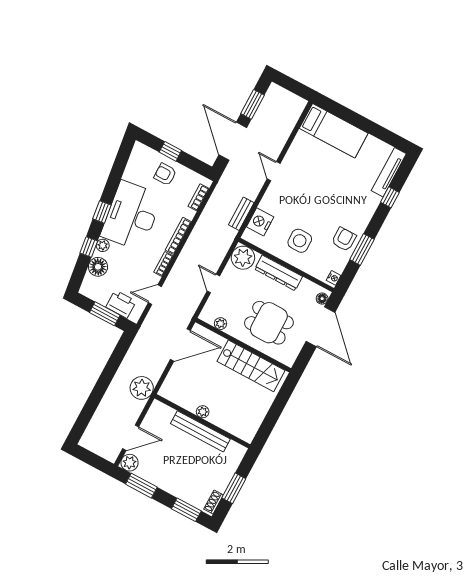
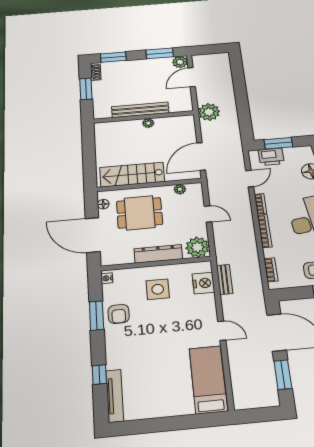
bed: (334, 131) -> (208, 379), moved, turned 90
floor lamp: (322, 299) -> (103, 204), moved

